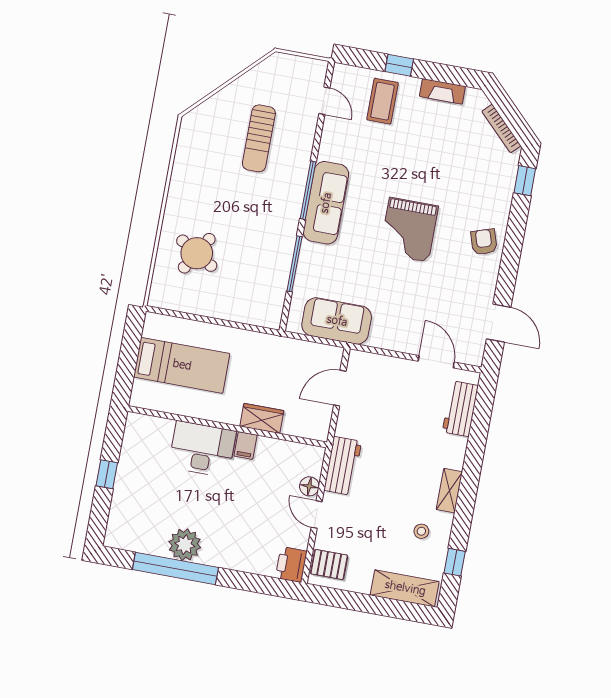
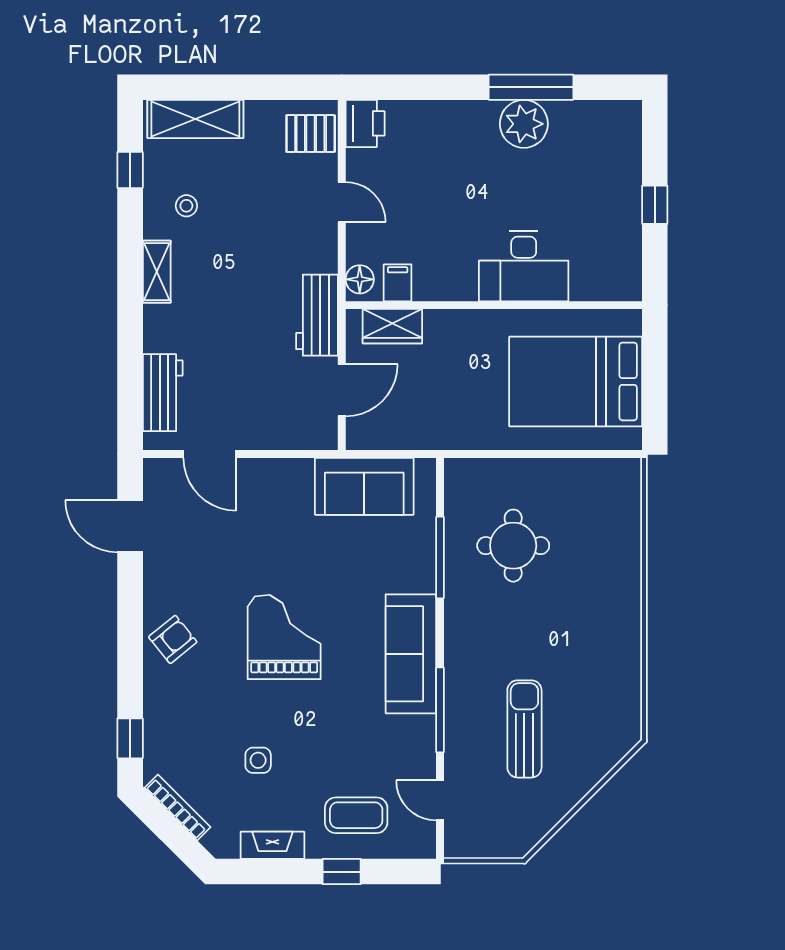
coffee table: (383, 101) -> (356, 815), turned 90
side table: (442, 150) -> (258, 760), added
window: (308, 190) -> (440, 710), moved
armchair: (484, 242) -> (173, 639), turned -111
round table: (197, 253) -> (513, 546), moved, turned -31
bed: (182, 365) -> (576, 381), width x1.50
wardrobe: (262, 418) -> (392, 326), moved
filing cabinet: (245, 445) -> (398, 283), moved
workbench: (343, 466) -> (317, 315), moved
floor lamp: (309, 486) -> (360, 279), moved
window: (175, 568) -> (531, 87), width x0.68

